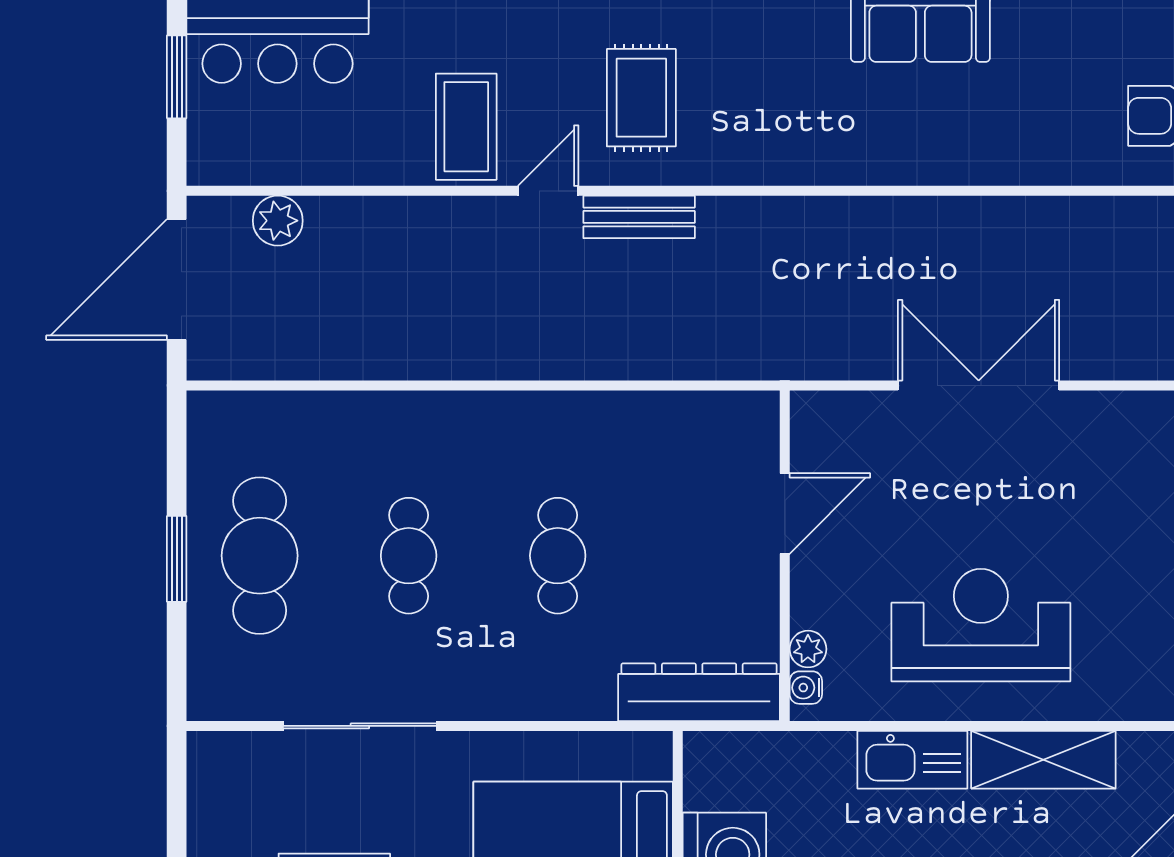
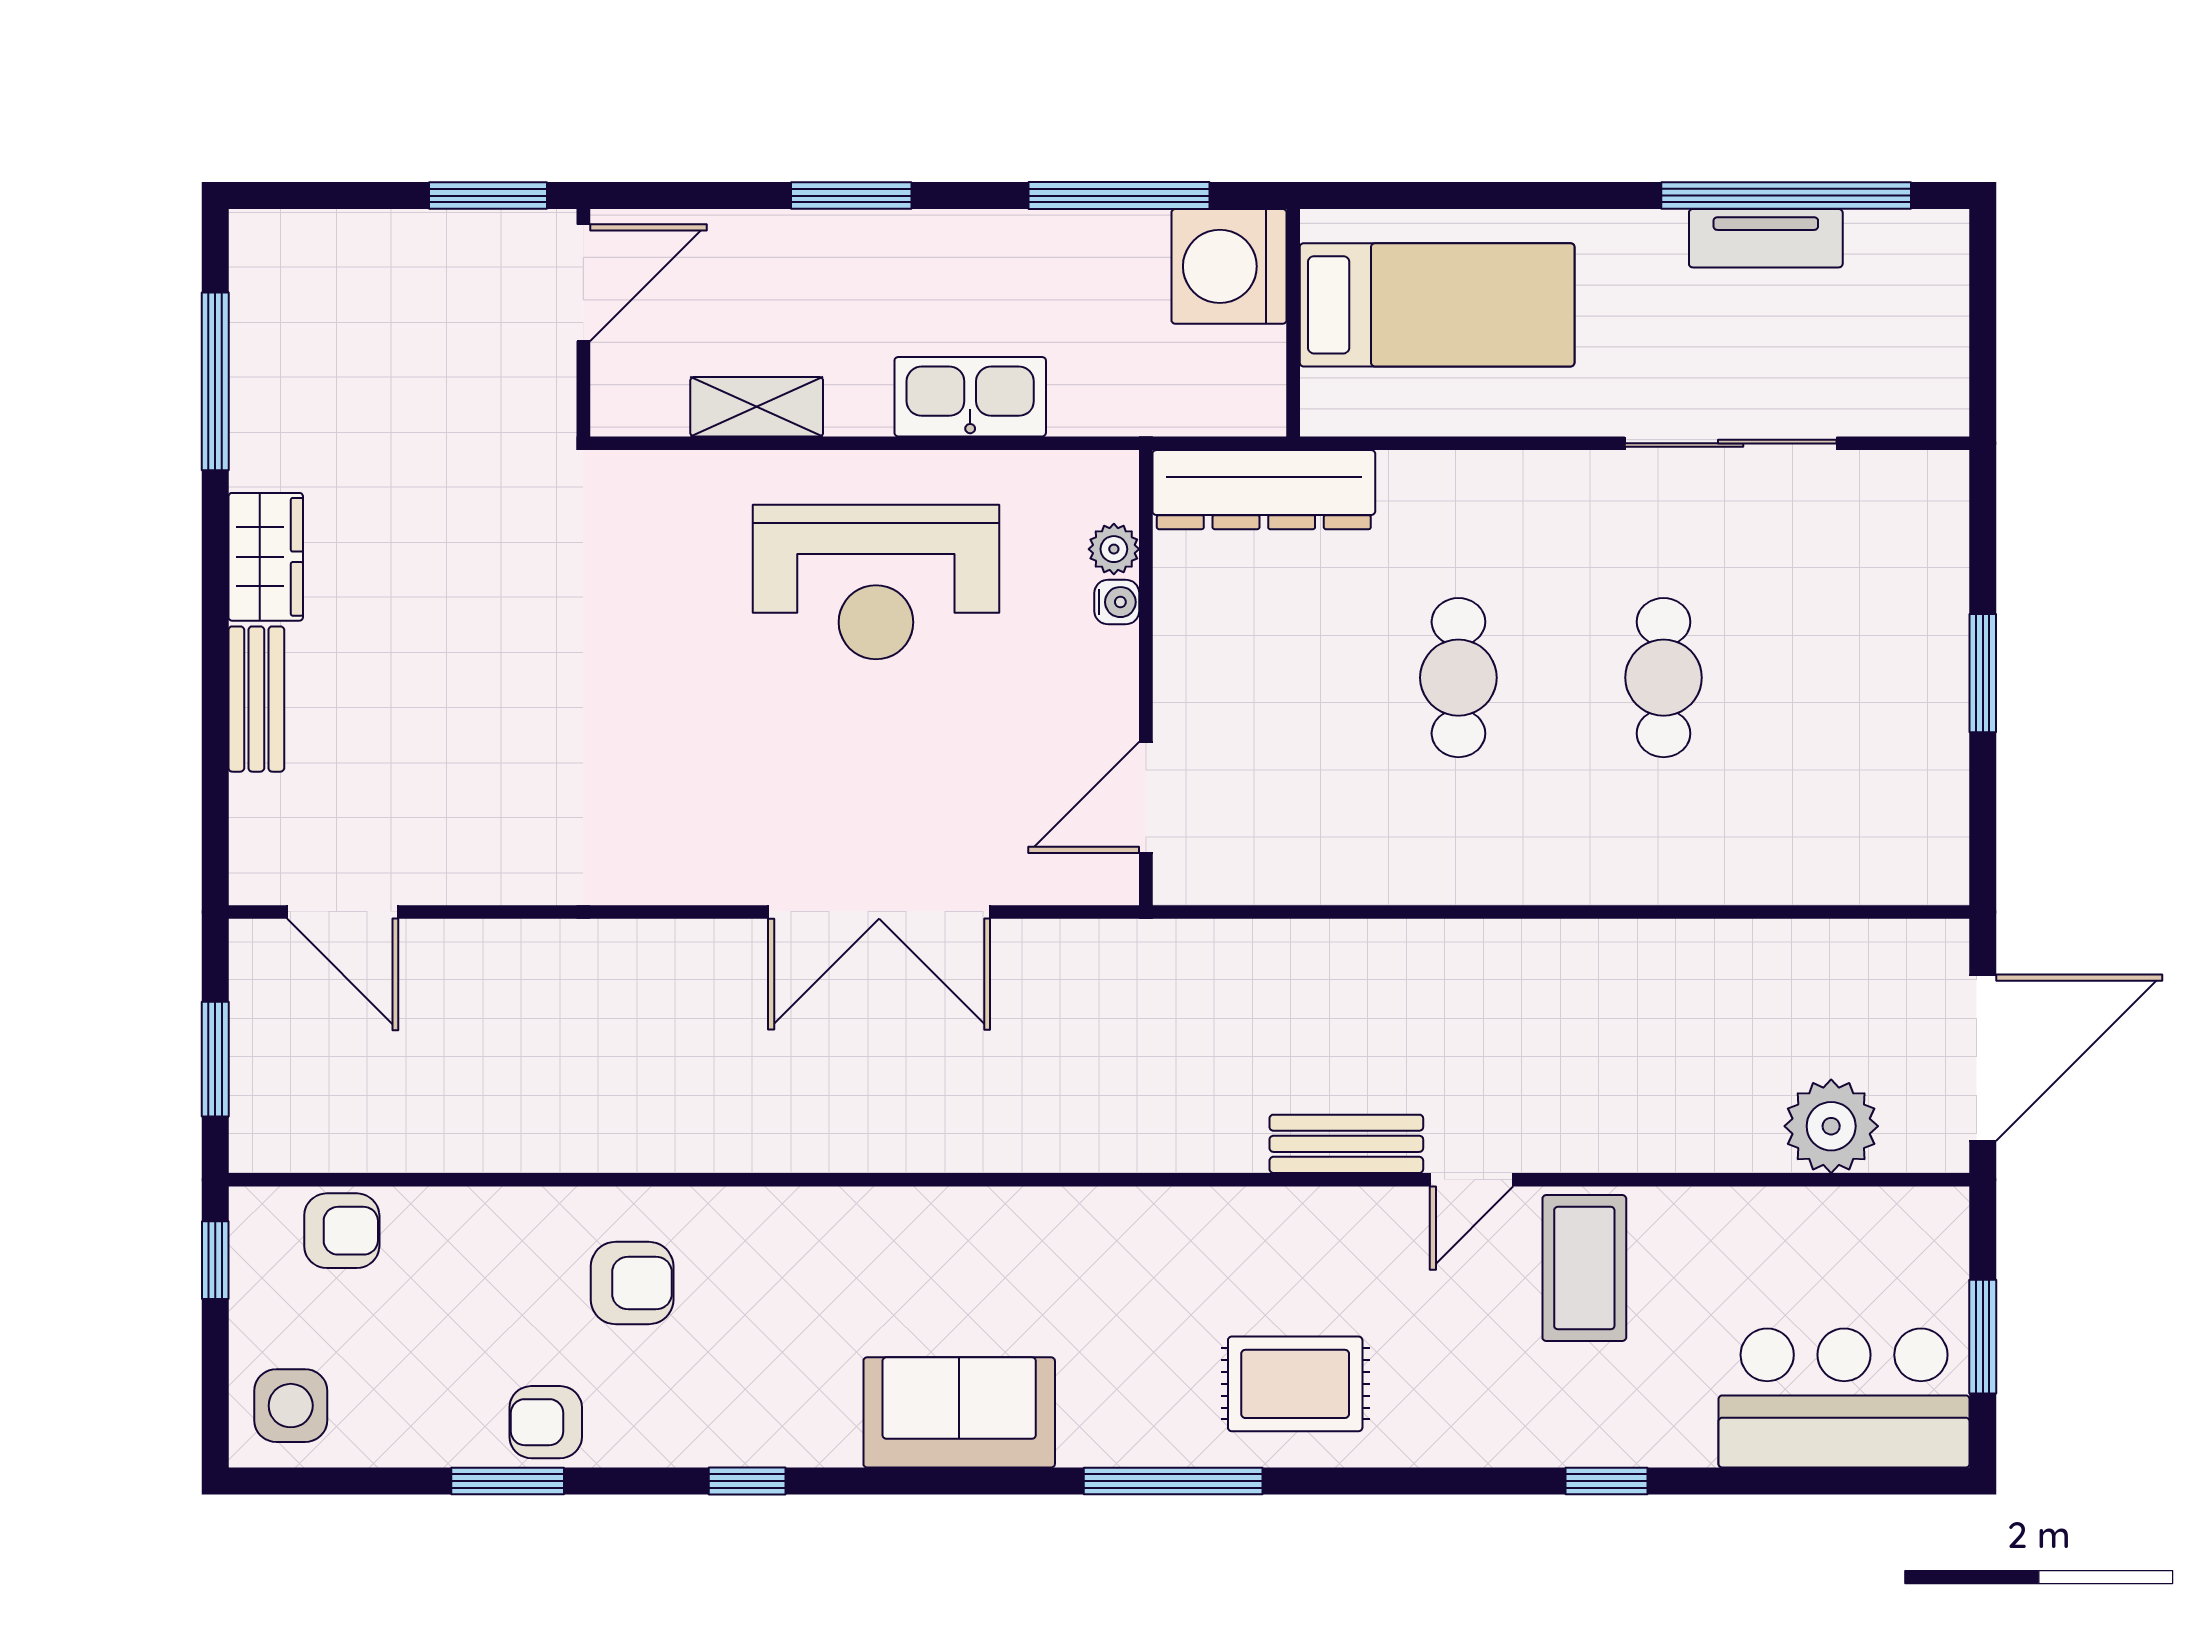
rug: (641, 98) -> (1295, 1384), moved, turned 90
plant: (278, 221) -> (1831, 1126), width x1.36, depth x1.36
door: (785, 514) -> (1146, 797), moved
cafe table: (260, 556) -> (1869, 678), removed
water cooler: (806, 688) -> (1117, 602), moved
shelving: (1043, 760) -> (757, 407), width x0.67, depth x0.75

